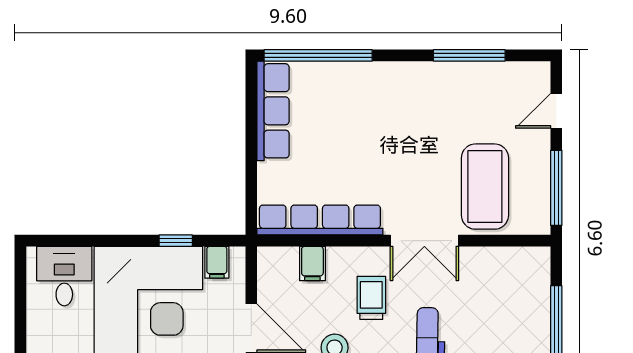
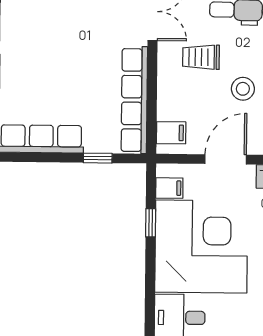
window: (251, 178) -> (98, 158), added
filing cabinet: (312, 264) -> (171, 133), moved

